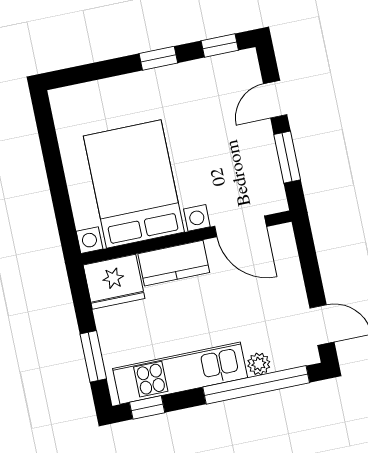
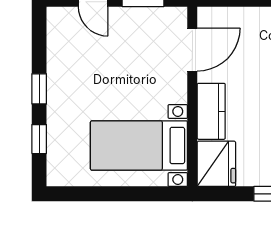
window: (220, 46) -> (39, 139), moved
bed with nightstands: (134, 184) -> (139, 145), width x0.73

